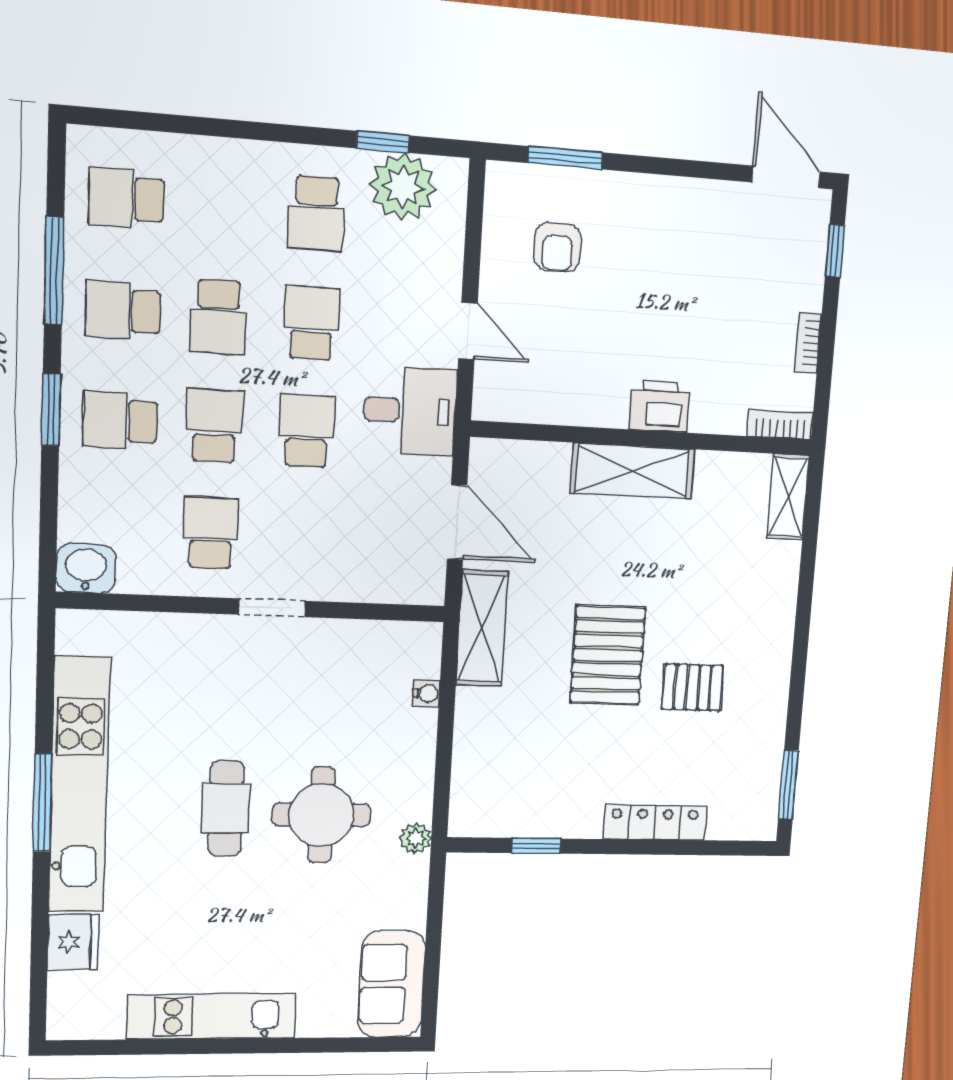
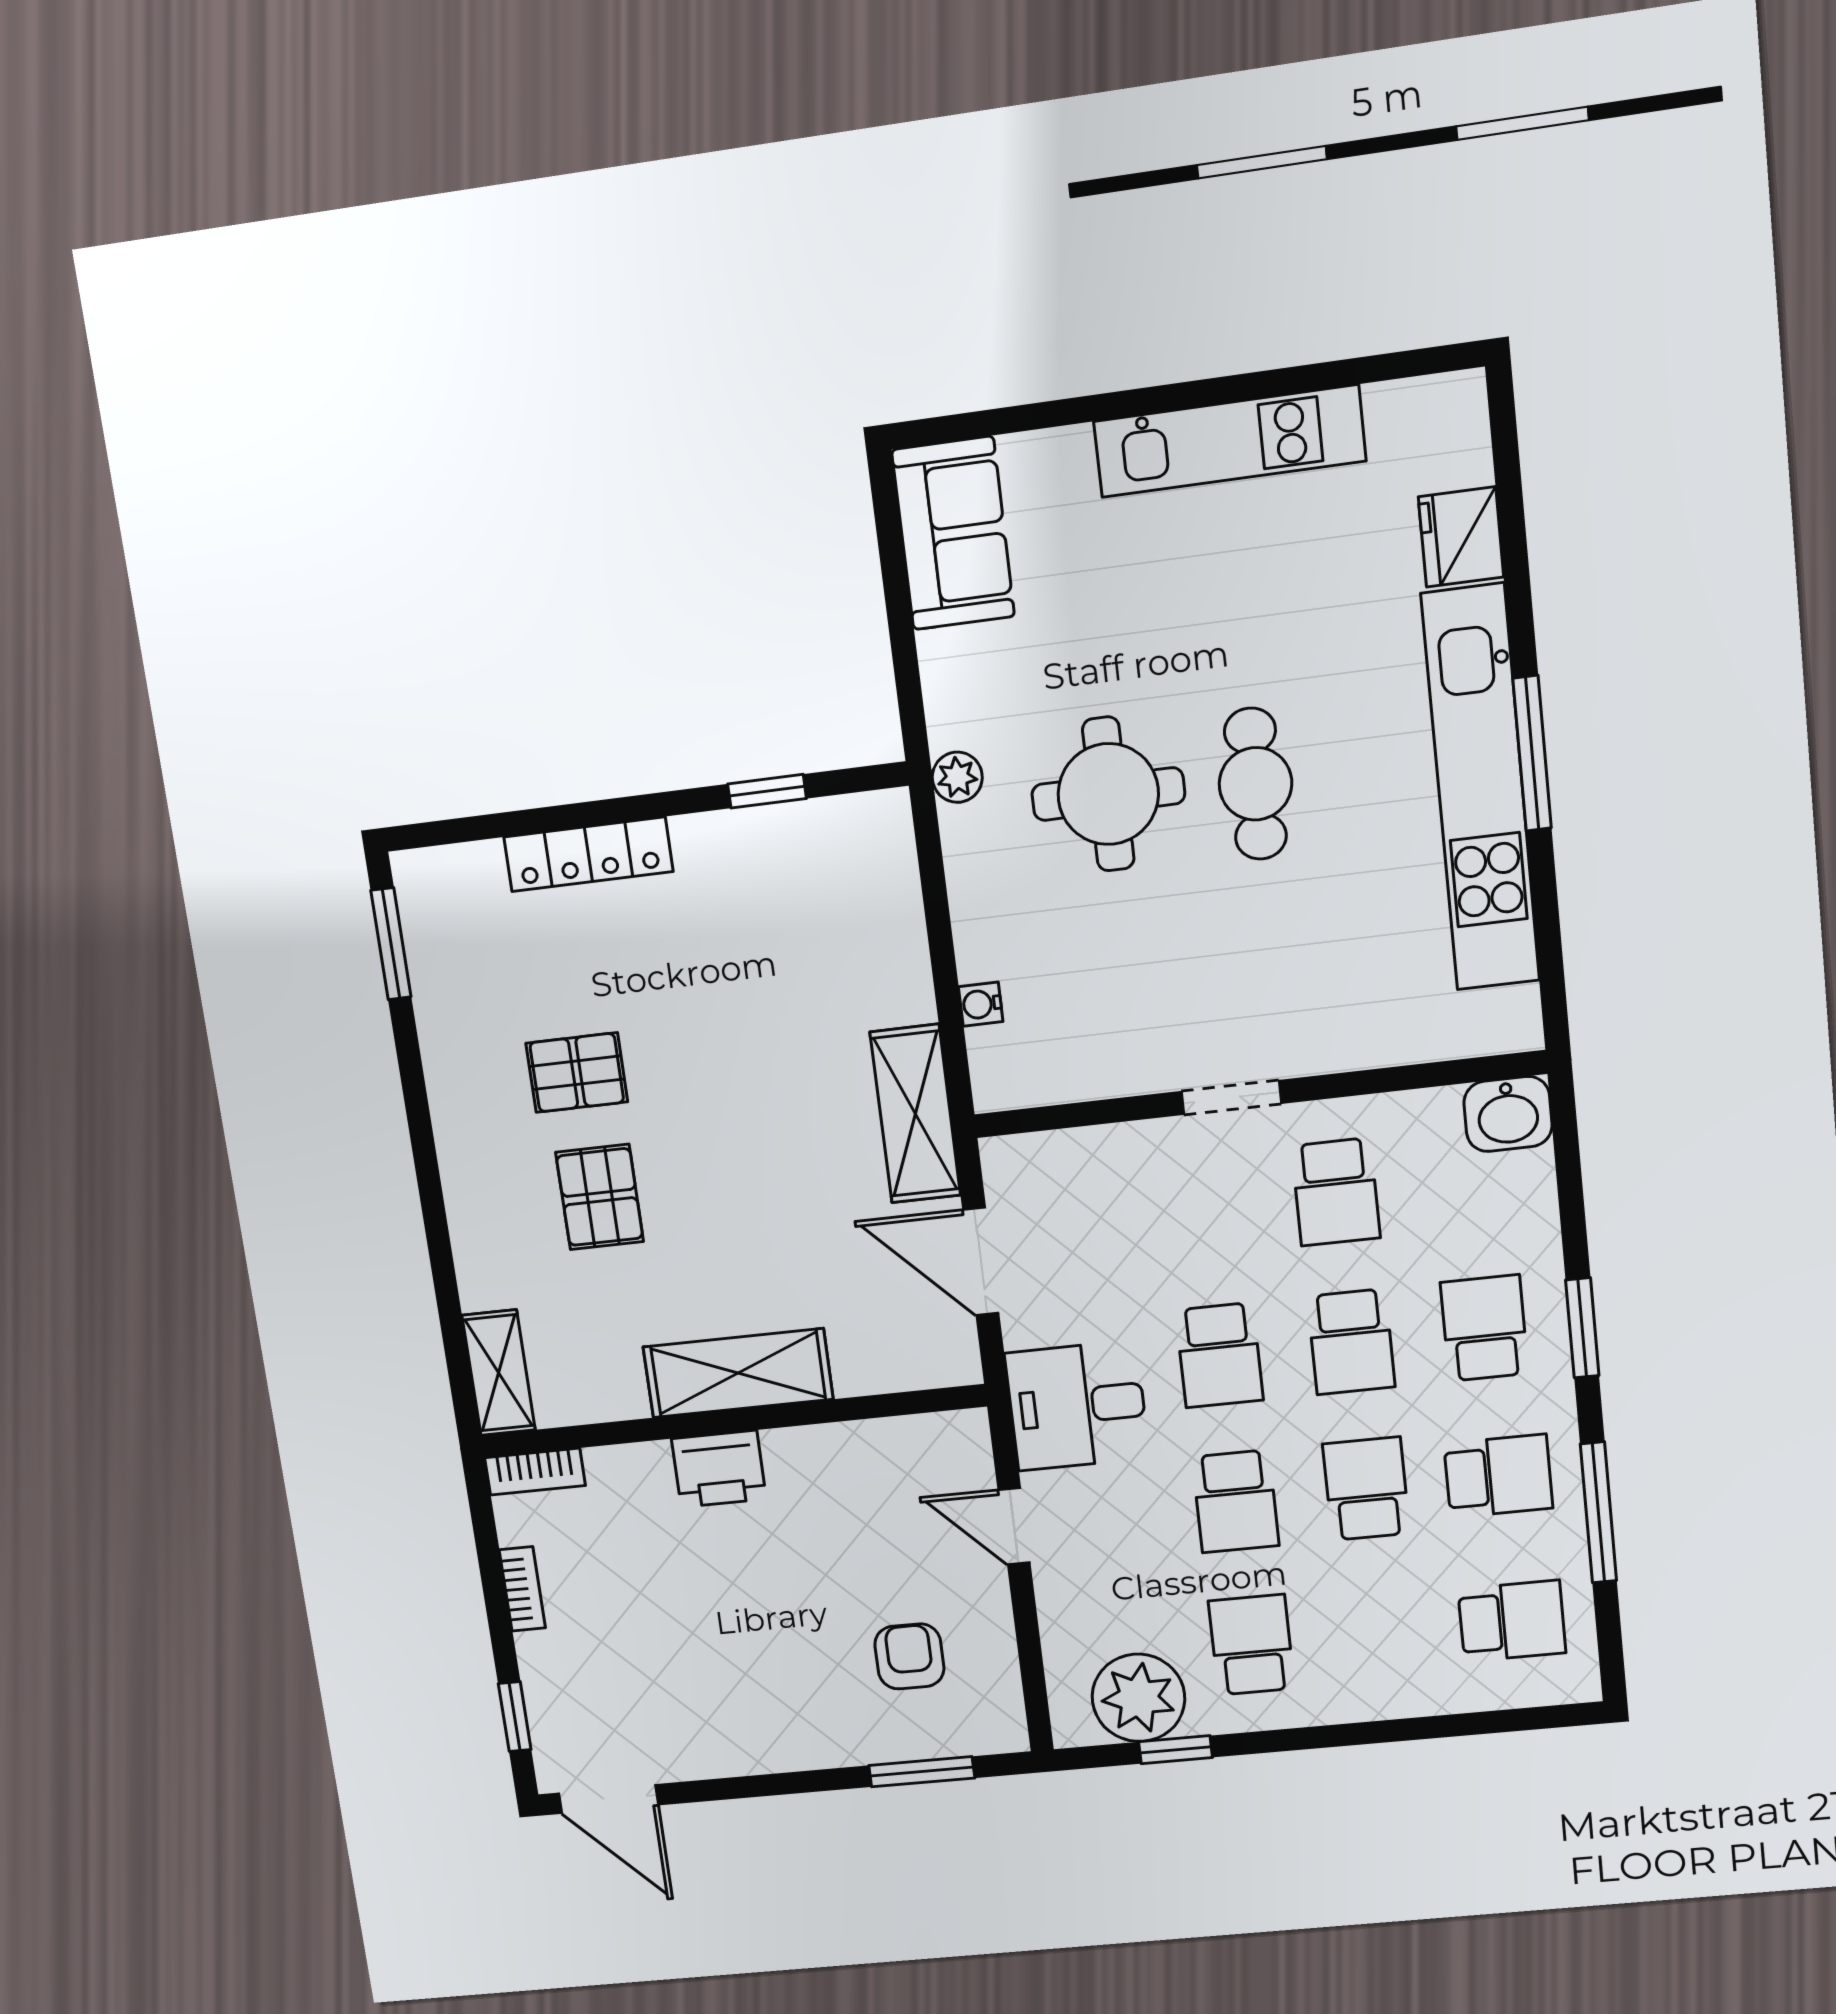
school desk: (120, 421) -> (1484, 1328), turned -90
pallet: (608, 655) -> (600, 1197), moved, width x0.67, depth x0.71

